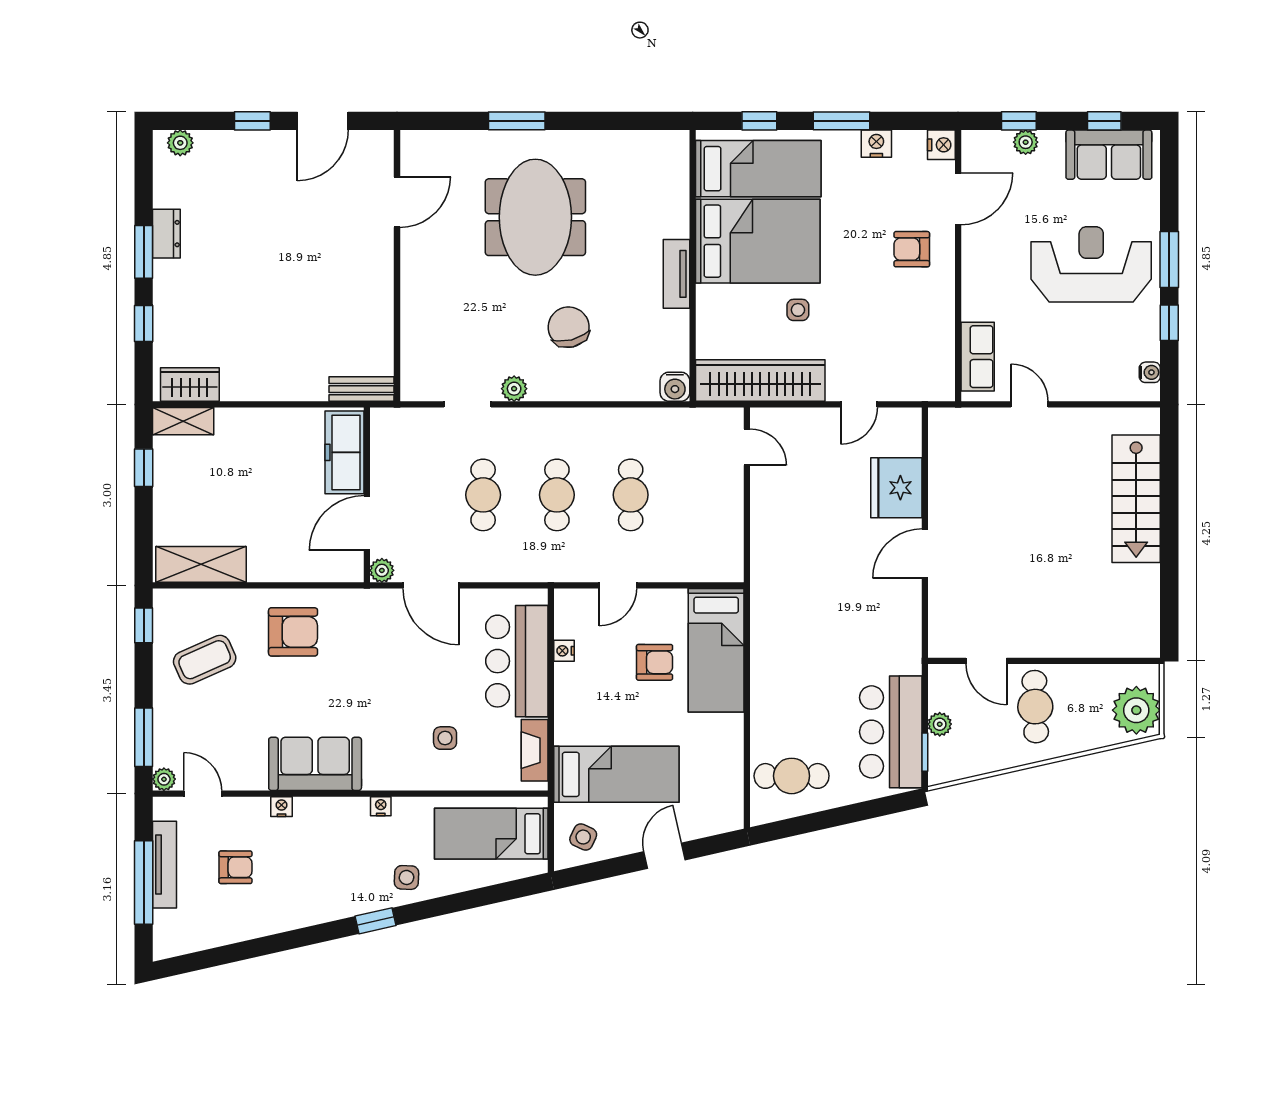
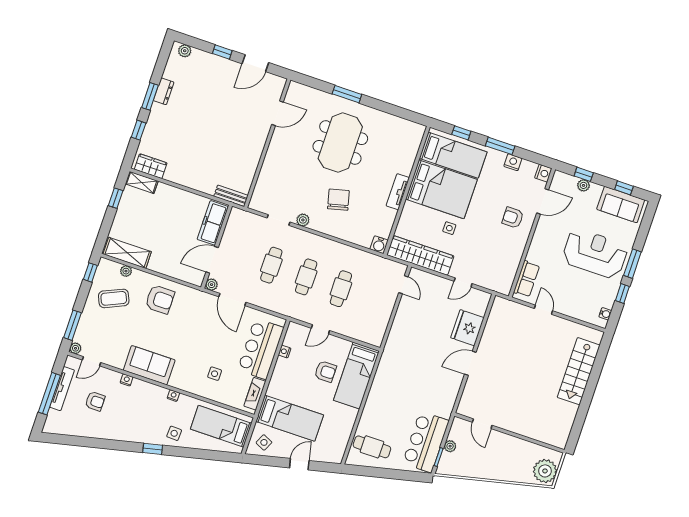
plant: (210, 600) -> (126, 271), added
cafe table: (1035, 707) -> (498, 453), removed
door: (203, 794) -> (92, 361), swing flipped

